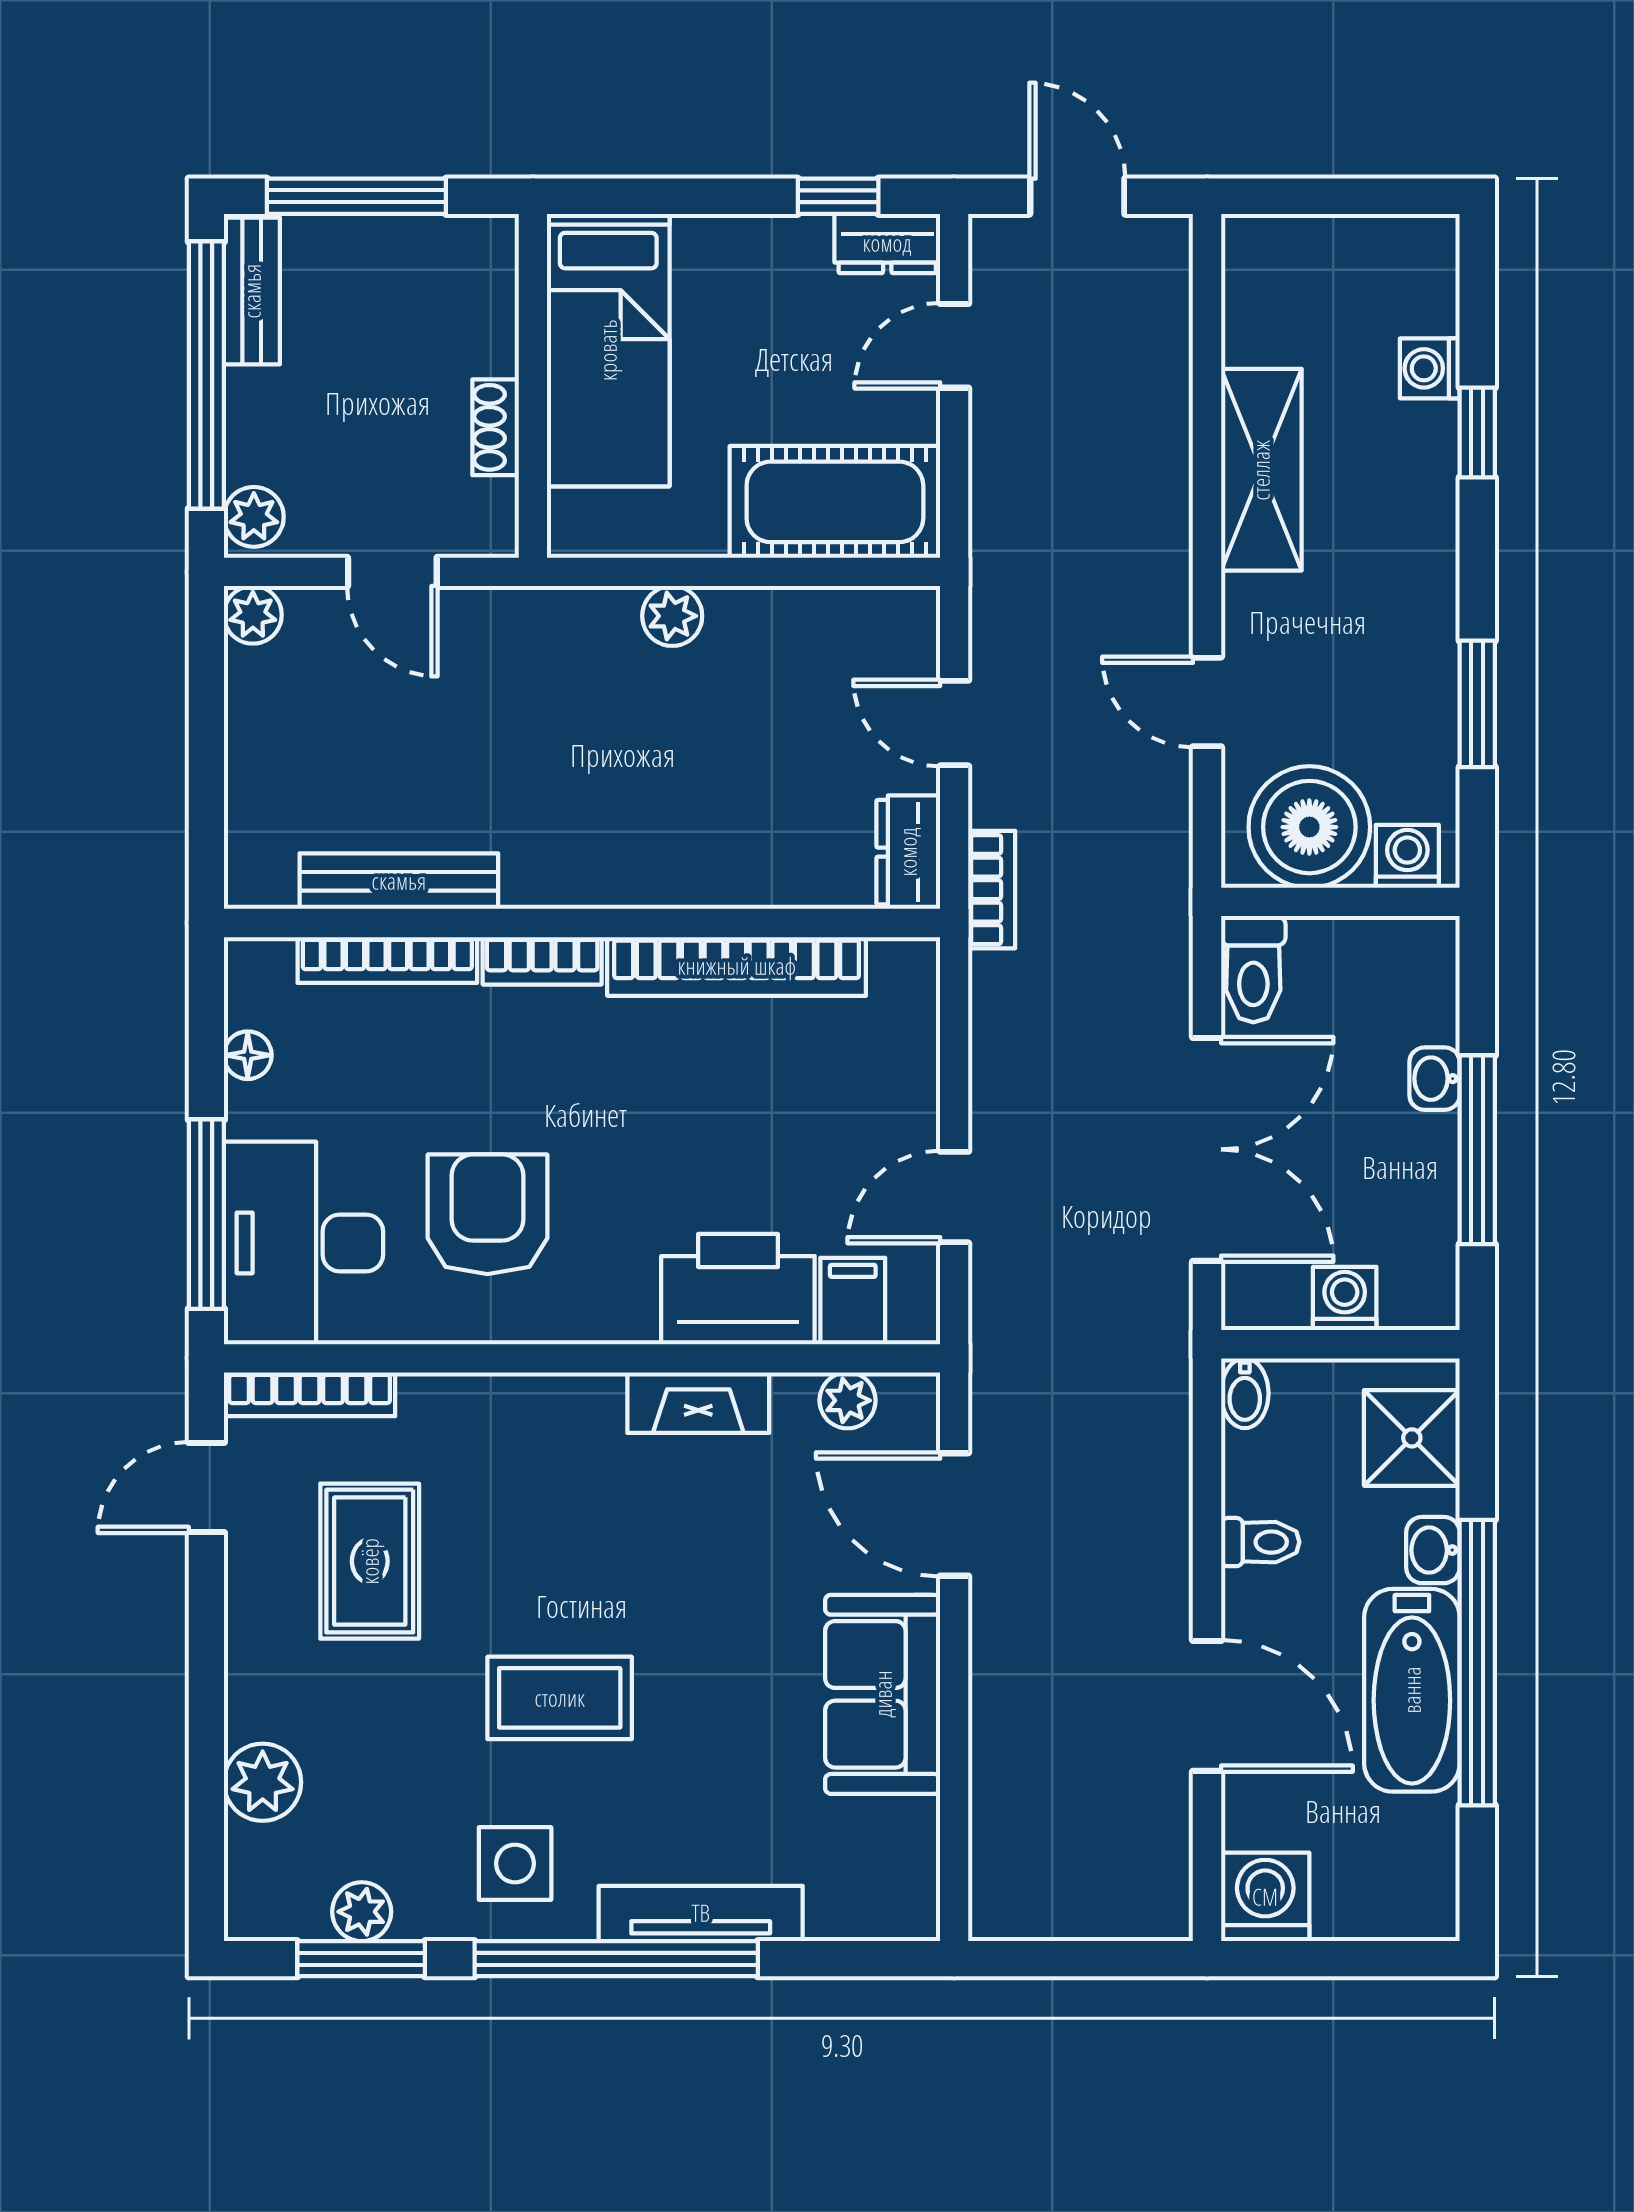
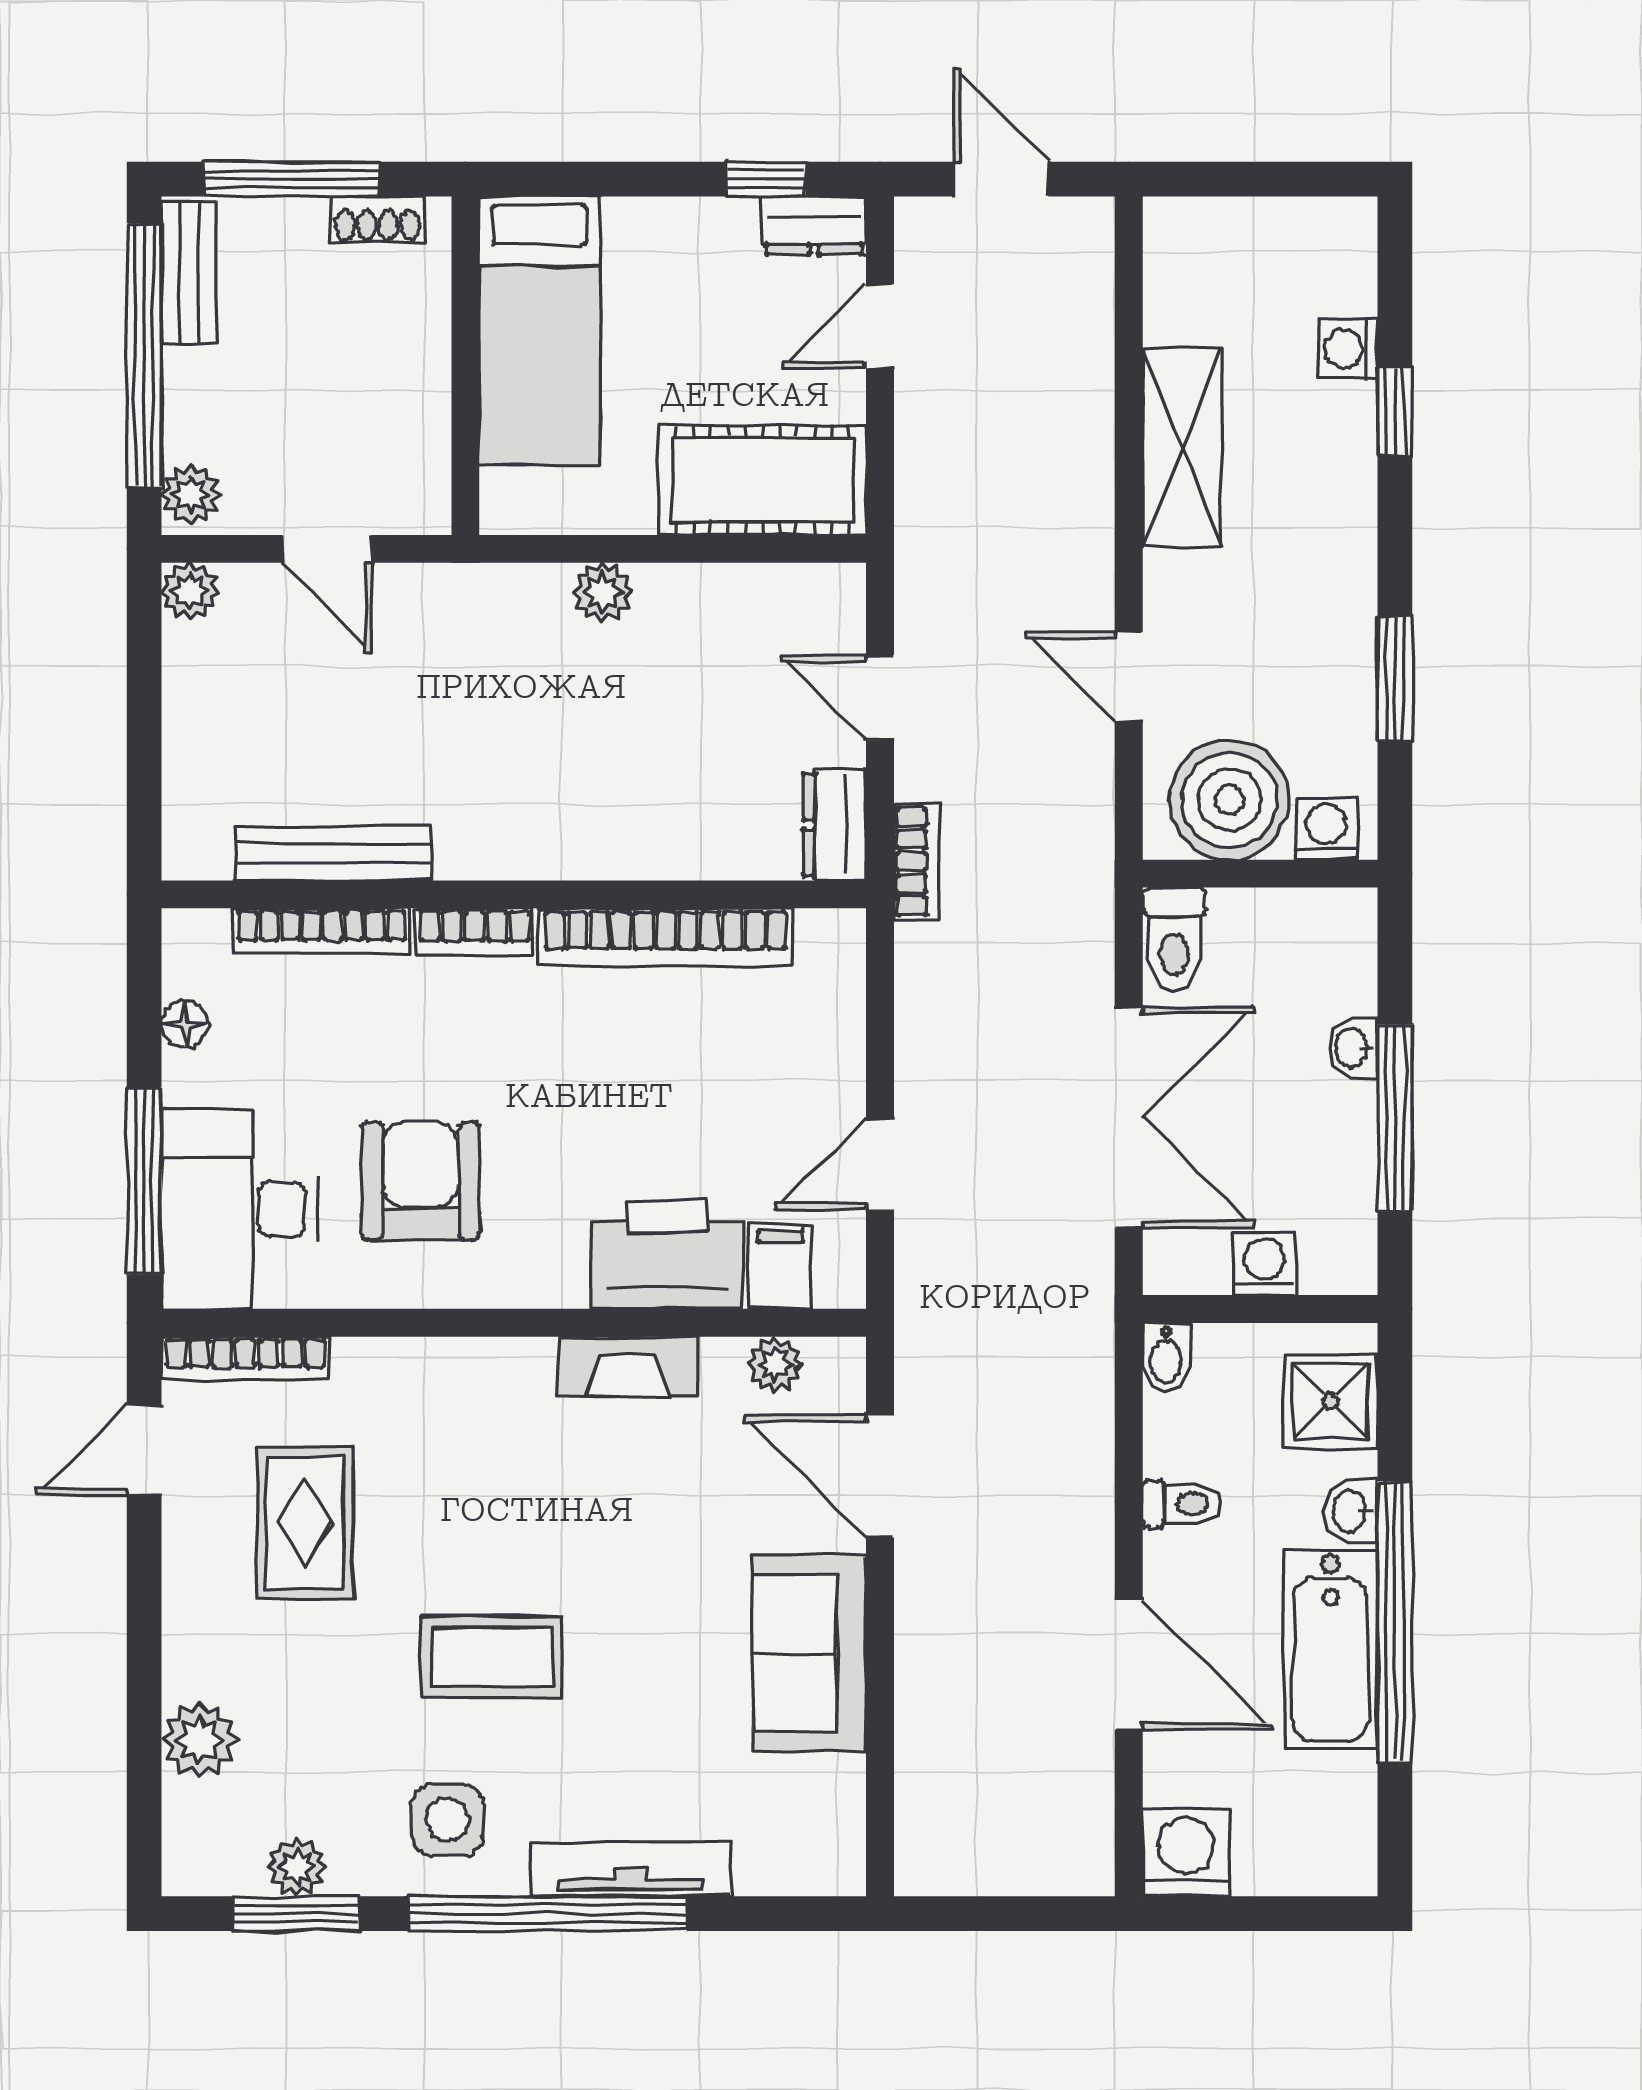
shoe rack: (496, 427) -> (378, 219), moved, turned -90

